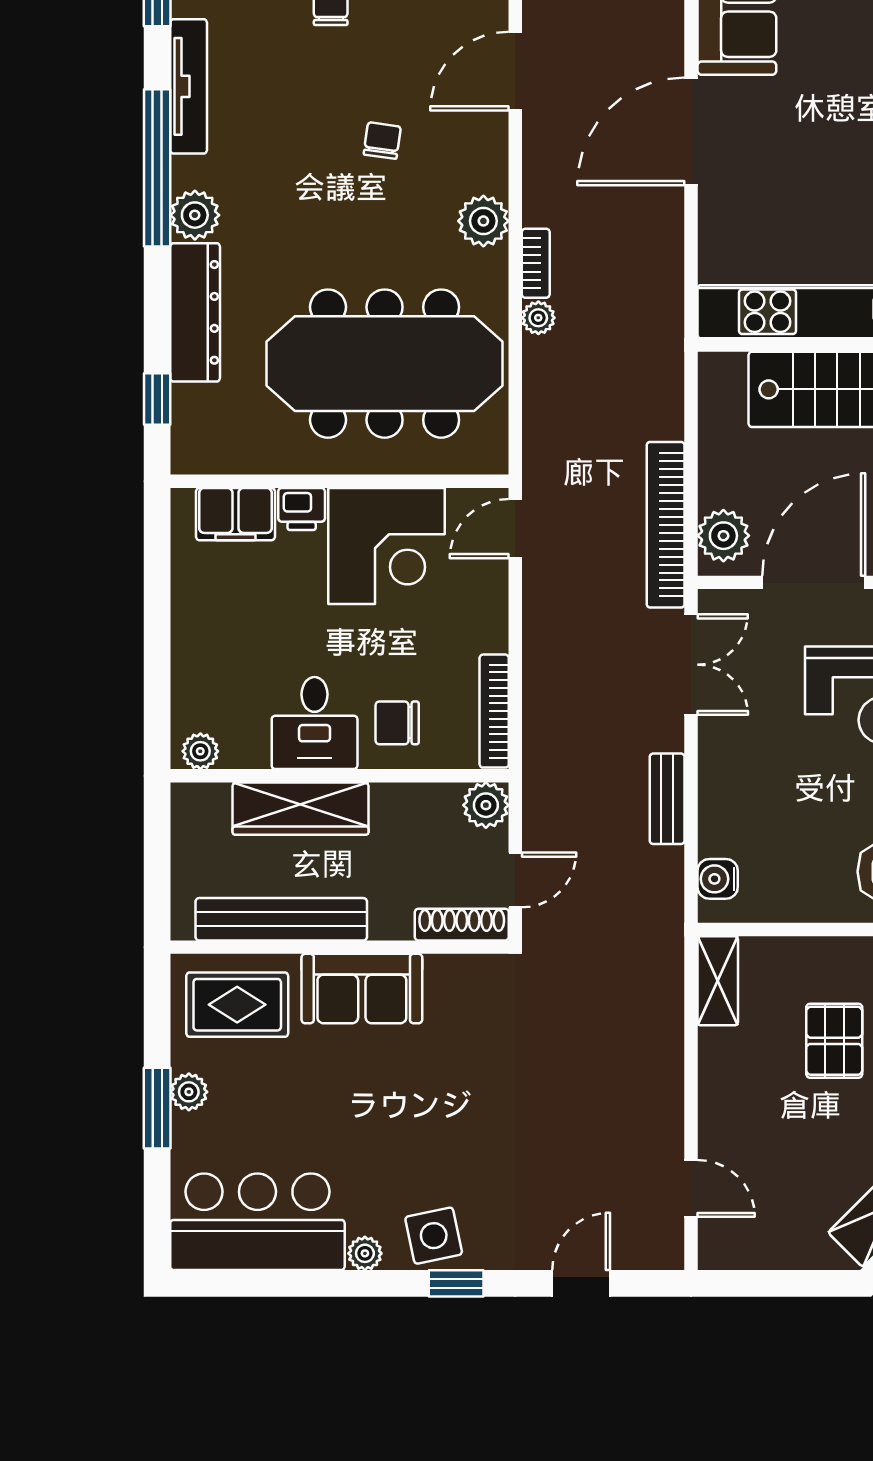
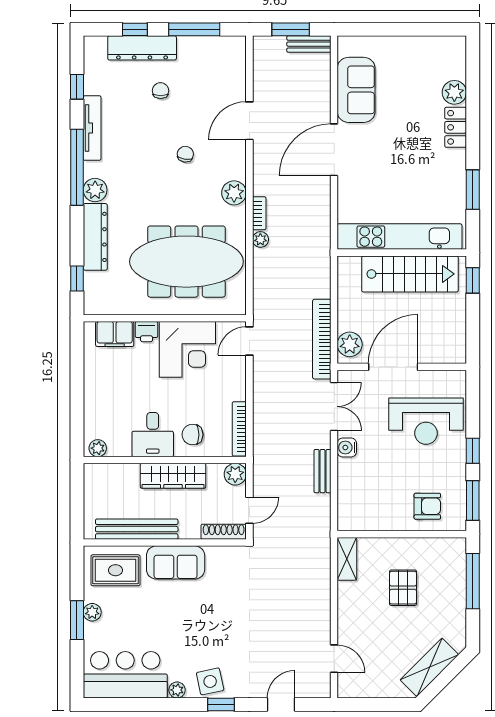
wardrobe: (301, 809) -> (173, 476), moved
water cooler: (718, 879) -> (347, 447), moved

